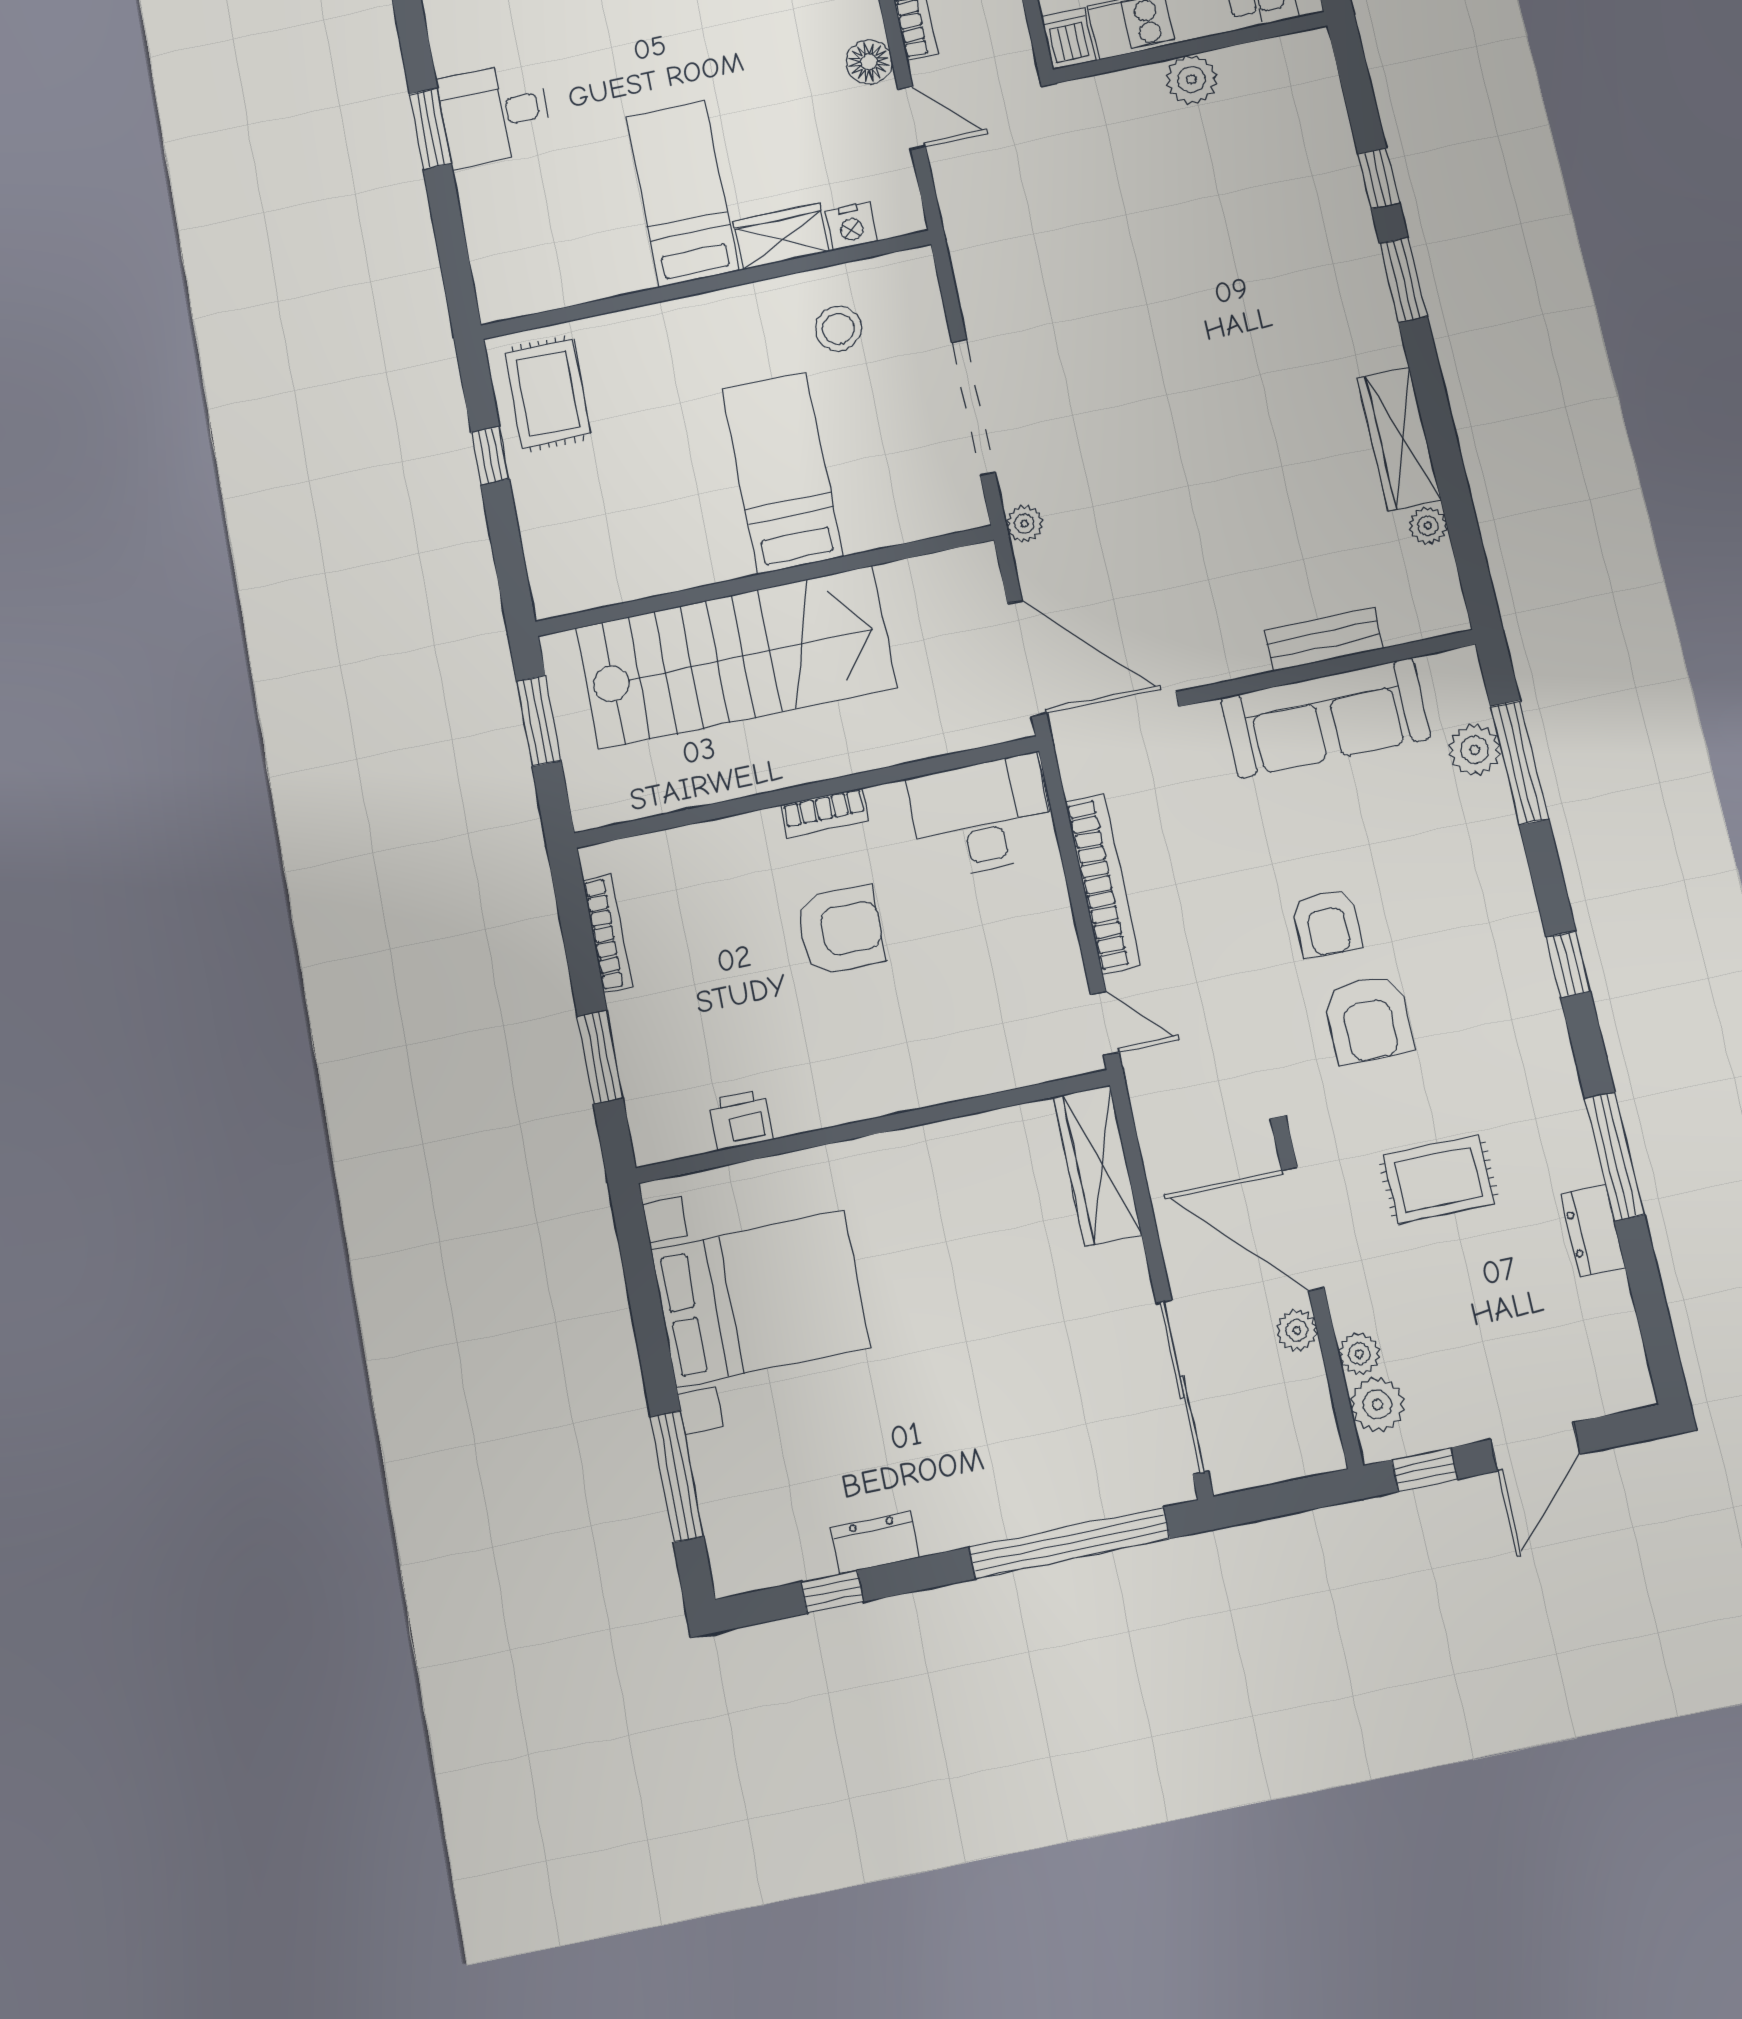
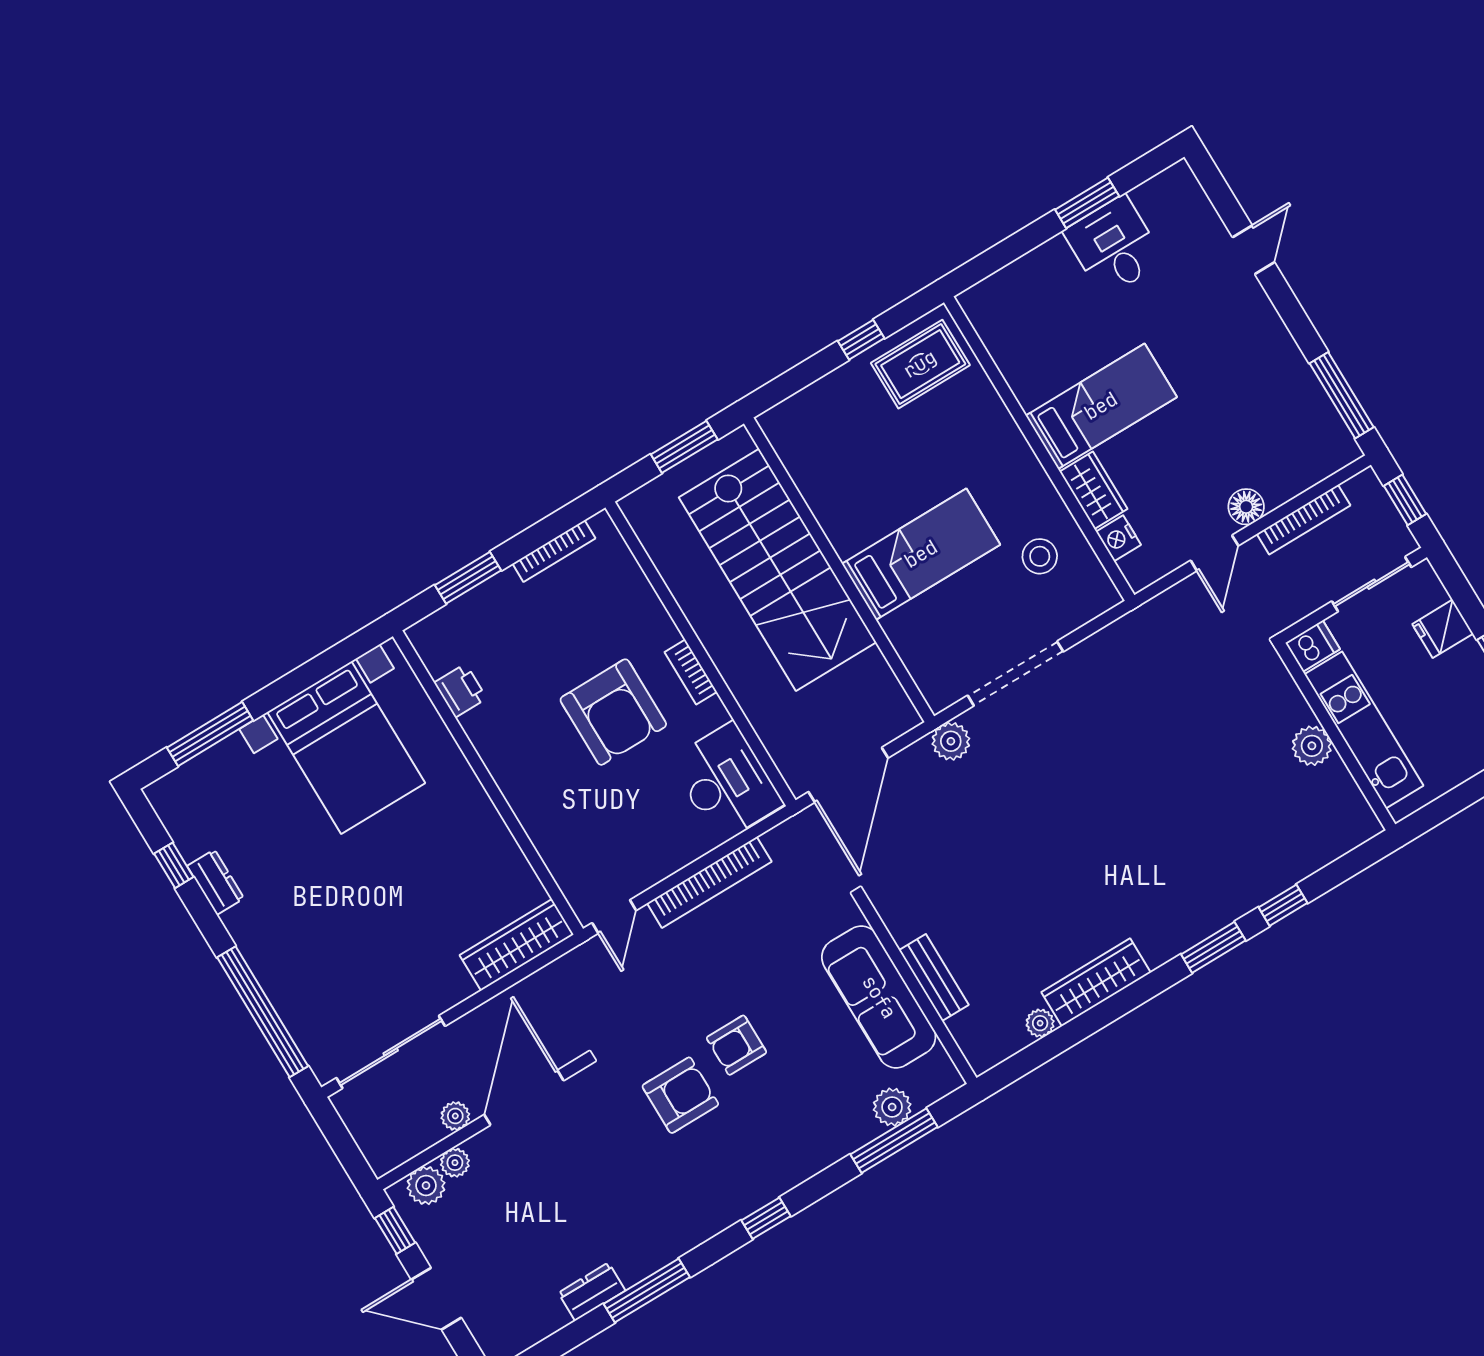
plant: (1024, 524) -> (951, 741), width x1.38, depth x1.38
armchair: (840, 930) -> (613, 712), width x1.36, depth x1.36
armchair: (1368, 1019) -> (680, 1095), turned 180
rug: (1439, 1180) -> (589, 1178), removed

